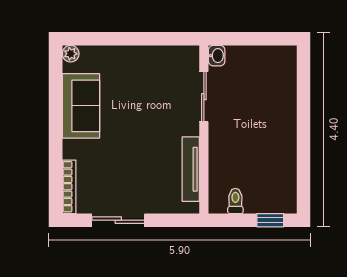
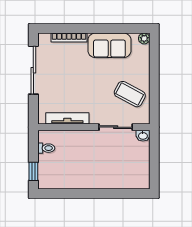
coffee table: (154, 75) -> (130, 94), added
bookcase: (69, 187) -> (69, 37), moved
sliding door: (118, 220) -> (33, 70), width x1.37

